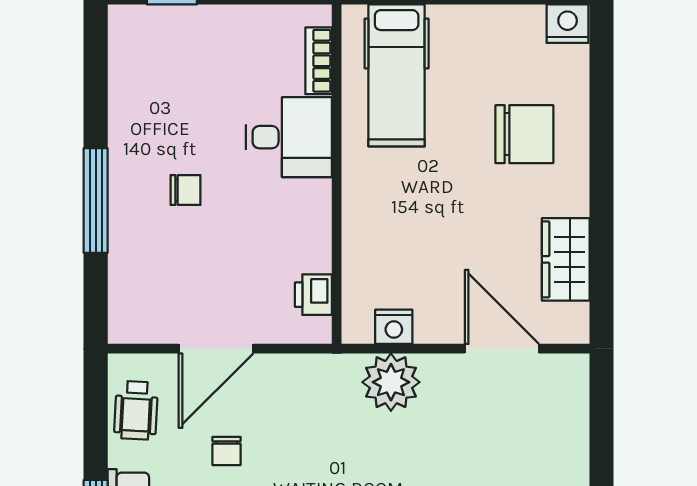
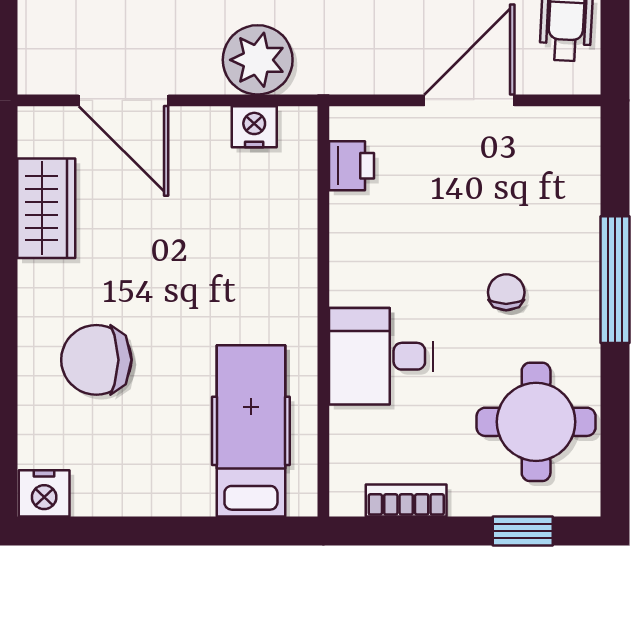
bookcase: (319, 61) -> (406, 501), moved, turned -90
round table: (161, 83) -> (536, 422), added
chair: (186, 190) -> (506, 292), turned 90

